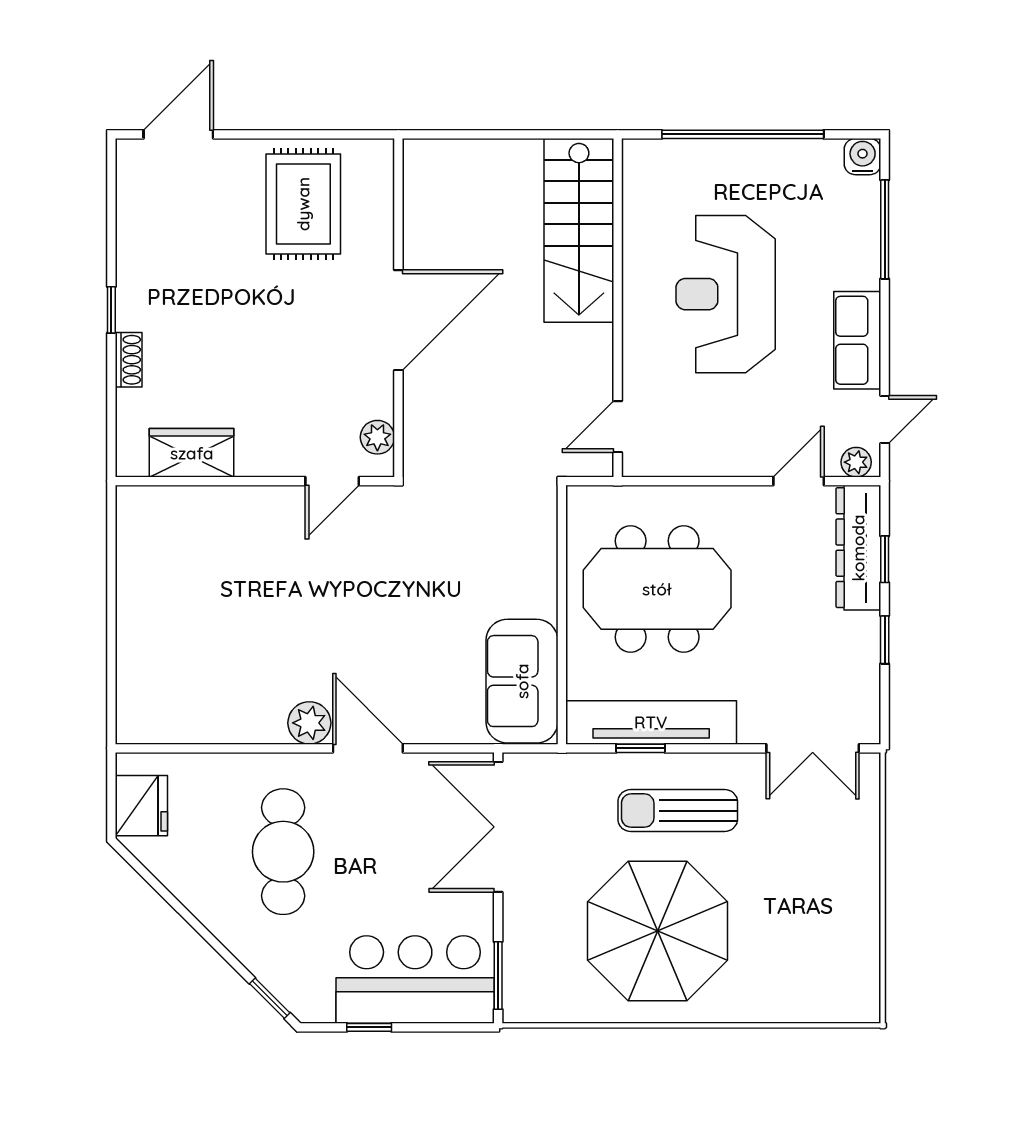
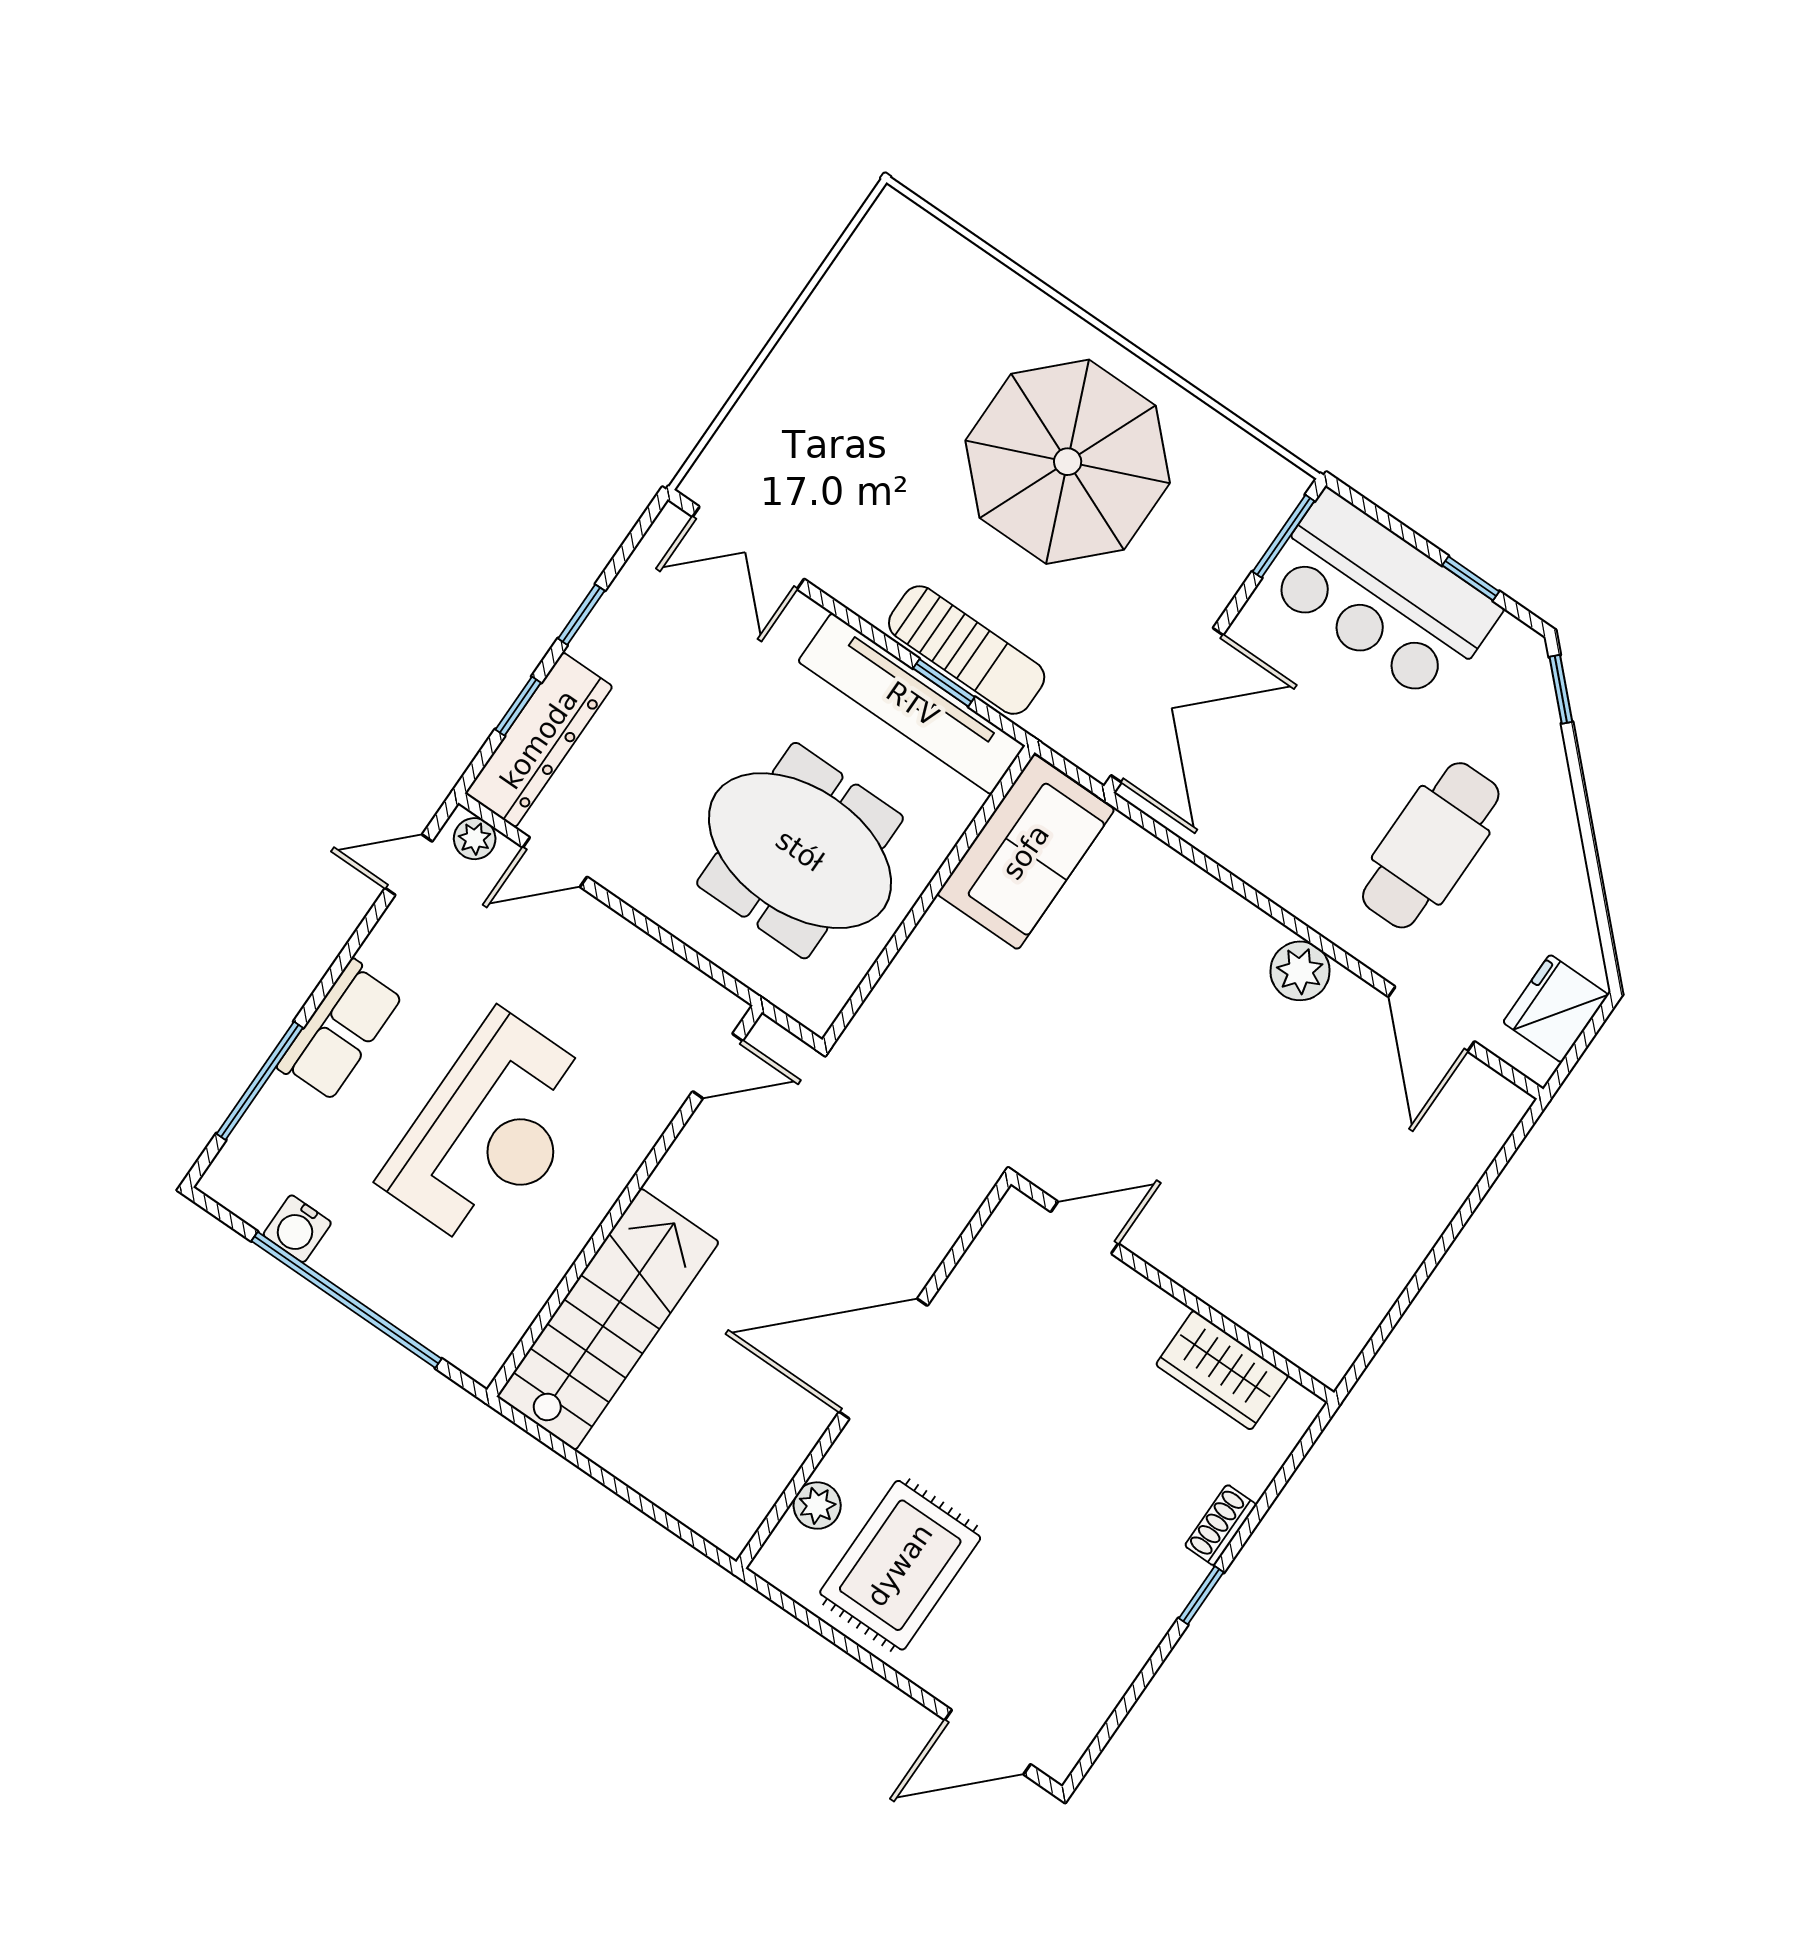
water cooler: (863, 157) -> (297, 1229), moved
row of seats: (857, 340) -> (340, 1031), moved
plant: (377, 437) -> (817, 1506), moved
door: (368, 748) -> (1431, 1019), moved
double door: (813, 748) -> (748, 548), swing flipped
sun lounger: (678, 811) -> (967, 650), moved

